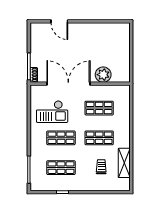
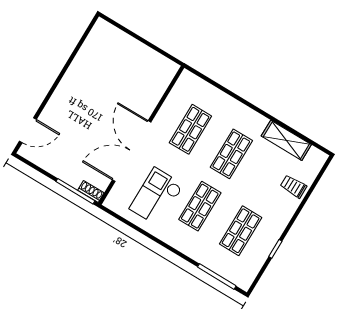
door: (59, 21) -> (28, 130), moved
plant: (103, 75) -> (148, 96), removed
checkout: (52, 112) -> (156, 197), turned 180
trolley: (101, 167) -> (294, 186), moved

